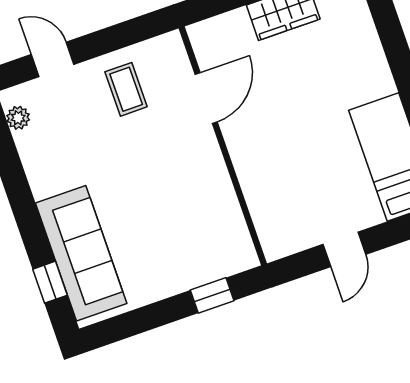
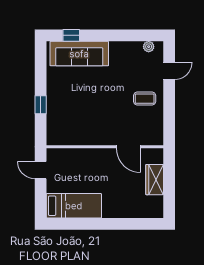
door: (206, 98) -> (128, 147), moved
wall: (223, 146) -> (105, 147), moved

